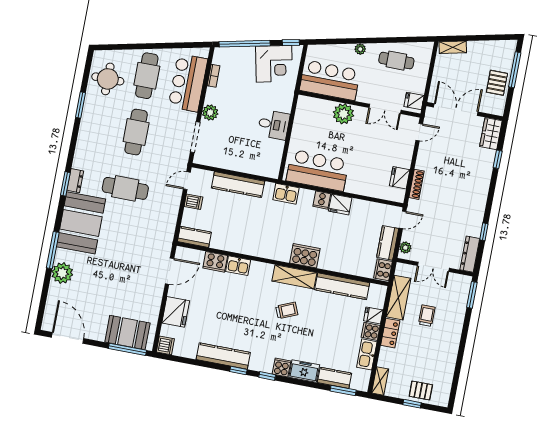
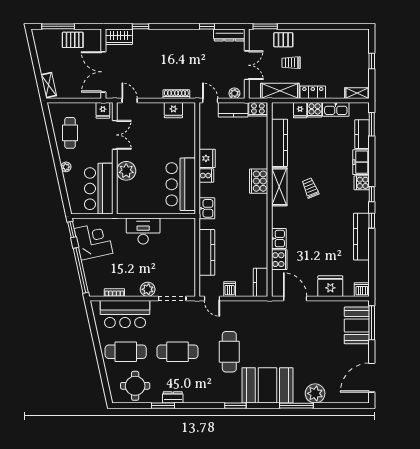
desk: (274, 125) -> (143, 231), width x1.37
dresser: (75, 181) -> (173, 397), moved
pallet: (421, 390) -> (283, 40), moved, turned 90

